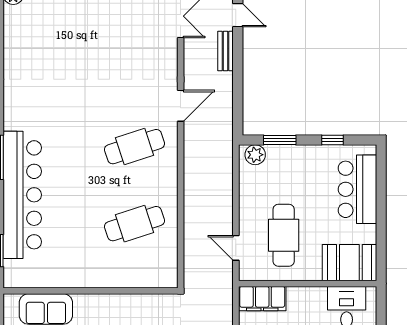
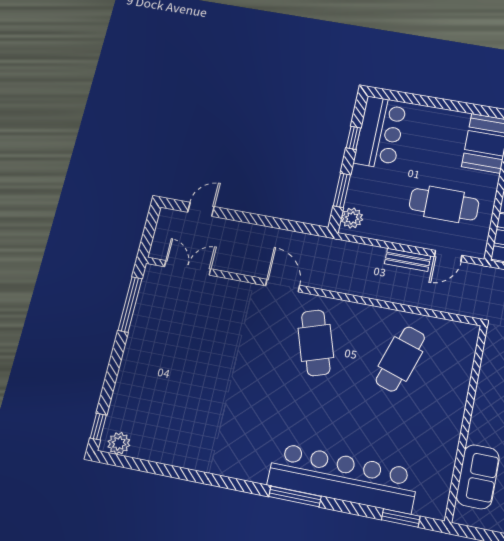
bench: (225, 51) -> (408, 260), moved
bar counter: (357, 189) -> (380, 133), moved, turned -90
cafe table: (135, 224) -> (400, 359), turned 36

